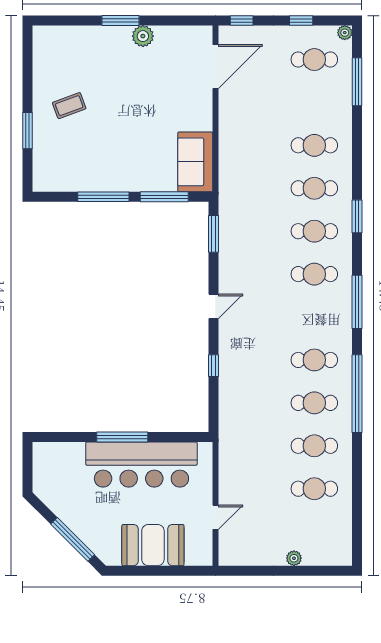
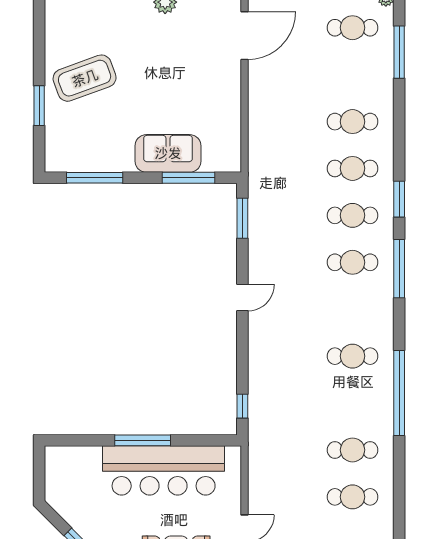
coffee table: (69, 106) -> (85, 78), width x1.86, depth x1.72
sofa: (195, 162) -> (168, 153), moved, turned 90
window: (103, 197) -> (95, 178), moved
window: (357, 302) -> (399, 269), moved
window: (214, 366) -> (242, 406), moved
cafe table: (314, 403) -> (353, 403), removed

